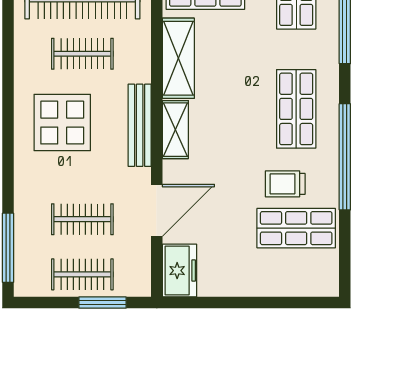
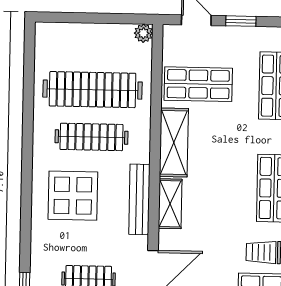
clothes rail: (82, 54) -> (92, 137), width x1.36

